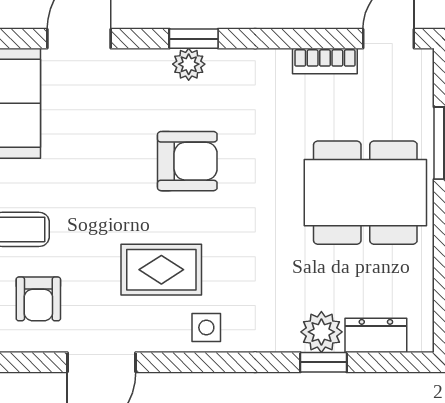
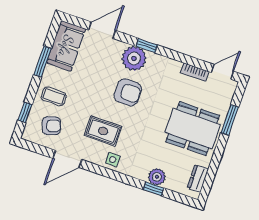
plant: (189, 64) -> (134, 58), width x1.87, depth x1.87
armchair: (38, 299) -> (51, 126), turned -108
dresser: (376, 335) -> (198, 178), moved, turned -90

